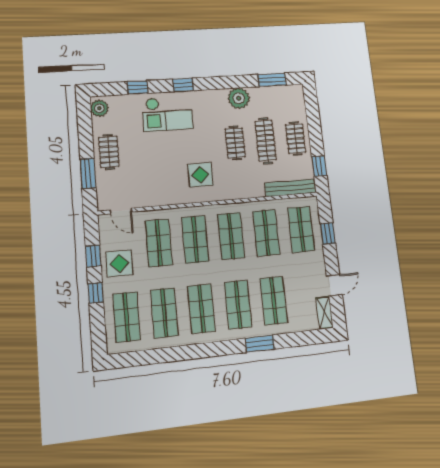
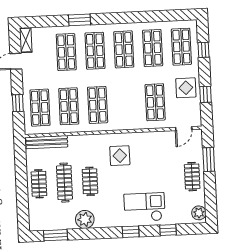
window: (319, 166) -> (20, 160), removed
door: (121, 211) -> (184, 129), swing flipped
shop shelf: (195, 239) -> (126, 104), removed
window: (96, 293) -> (203, 50), moved

